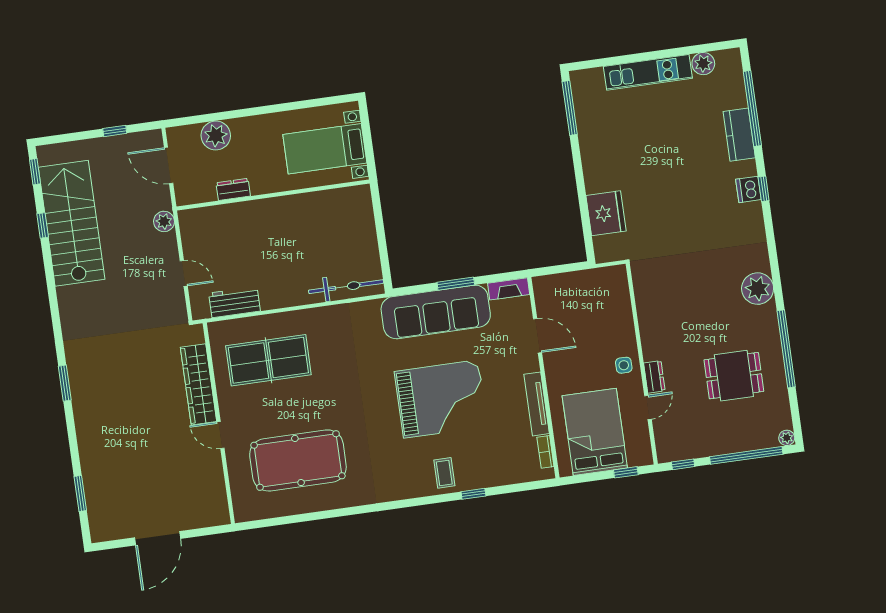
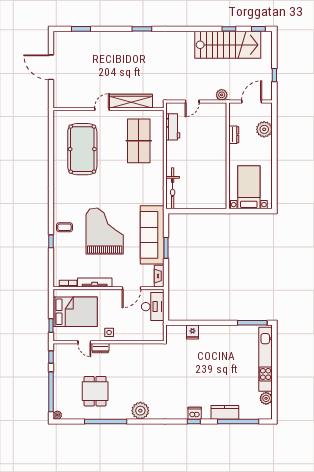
kitchen unit: (648, 72) -> (266, 359), width x1.36
fridge: (606, 213) -> (193, 332), width x0.53, depth x0.75
desk: (566, 293) -> (153, 307), added
grand piano: (441, 399) -> (105, 231), turned 180

